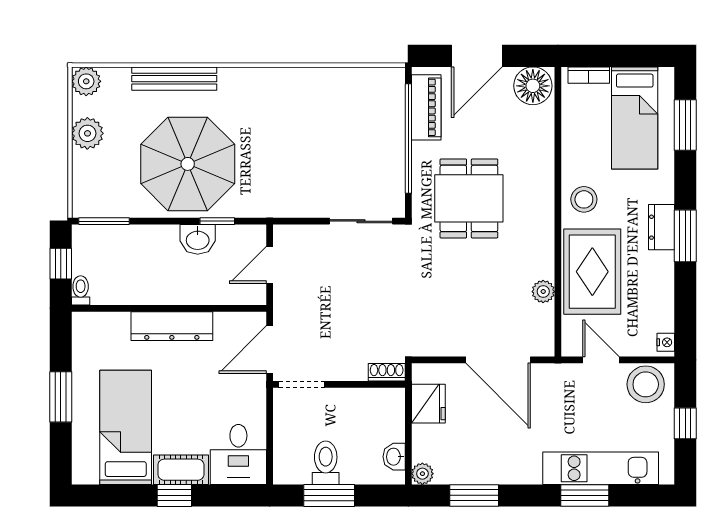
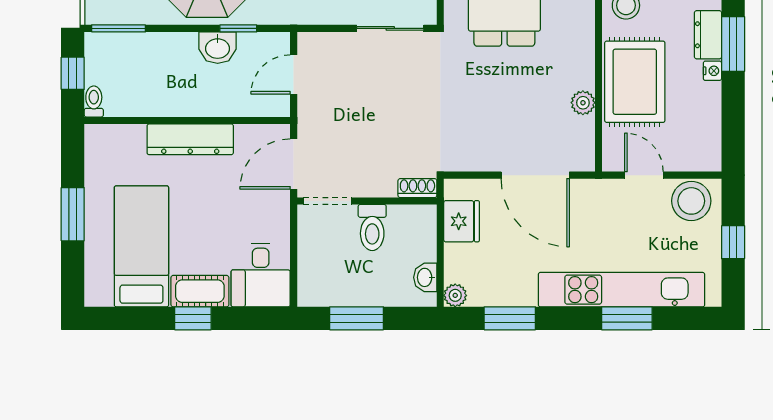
nightstand: (666, 342) -> (712, 71), moved
toilet: (326, 463) -> (372, 227), moved, turned 180
kitchen unit: (601, 468) -> (621, 290), width x1.36

